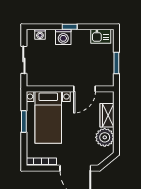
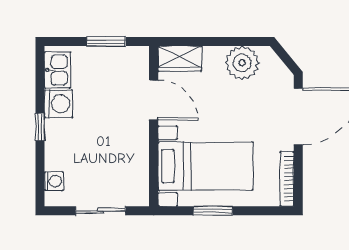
washing machine: (63, 37) -> (58, 104), moved
wardrobe: (107, 115) -> (180, 59), moved

